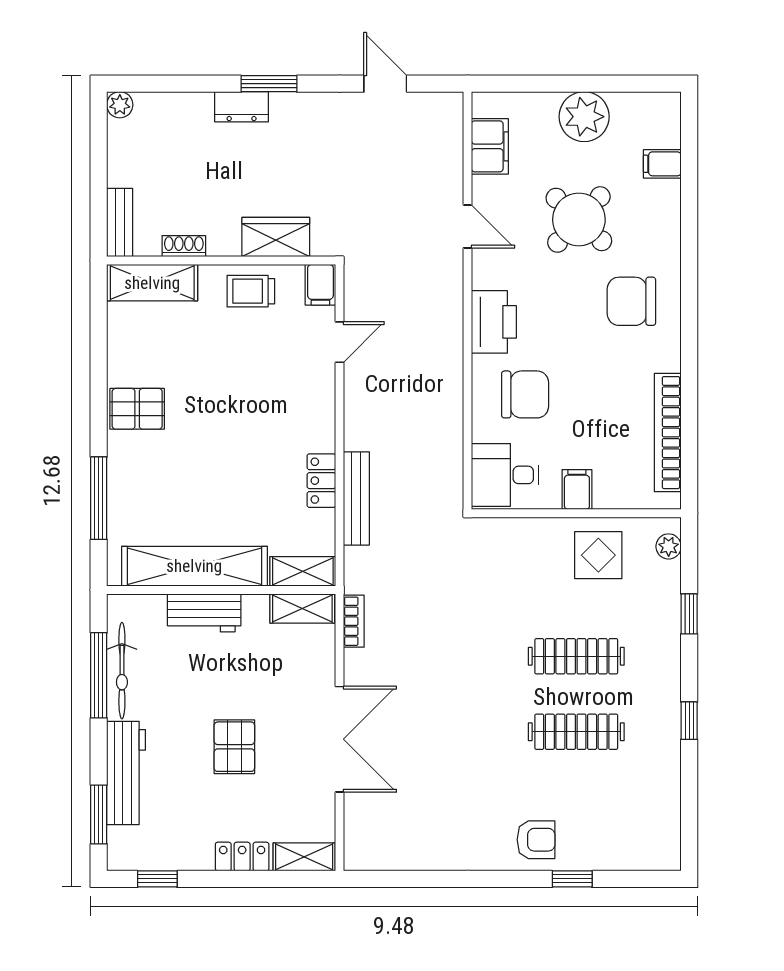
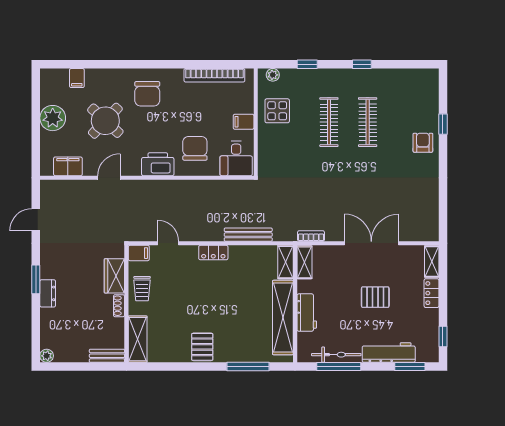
shoe rack: (184, 246) -> (119, 306), moved
locker: (321, 481) -> (213, 253), moved

